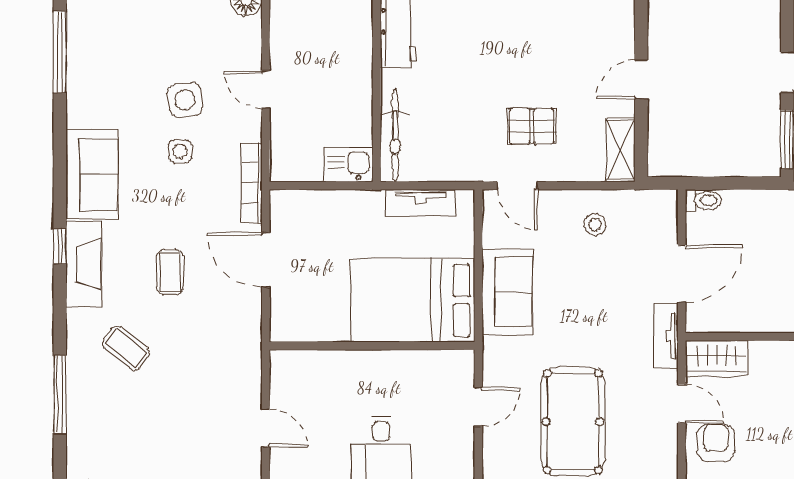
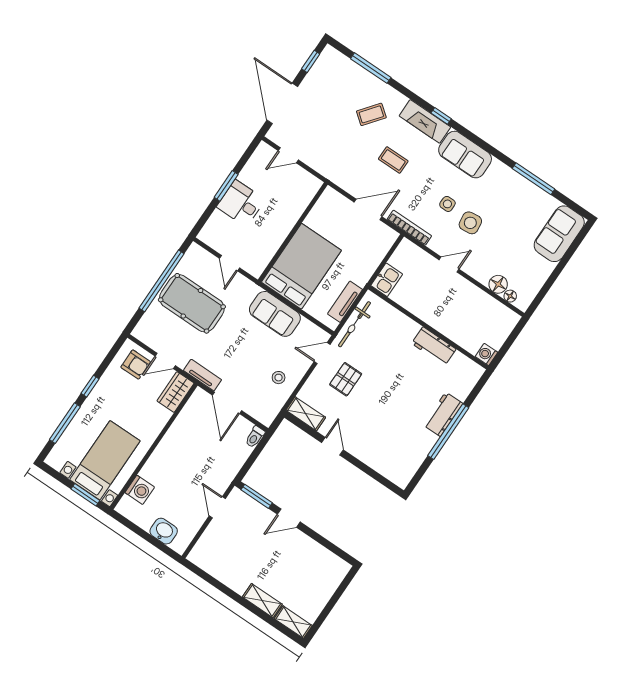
bicycle: (395, 135) -> (354, 324), moved, turned -90

